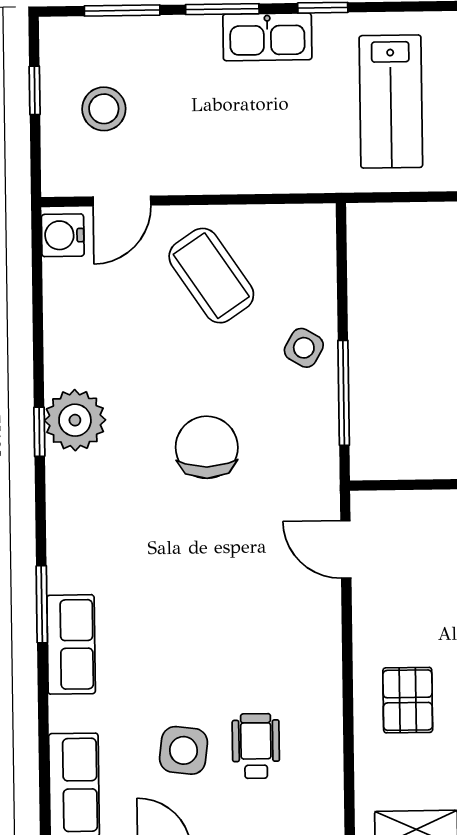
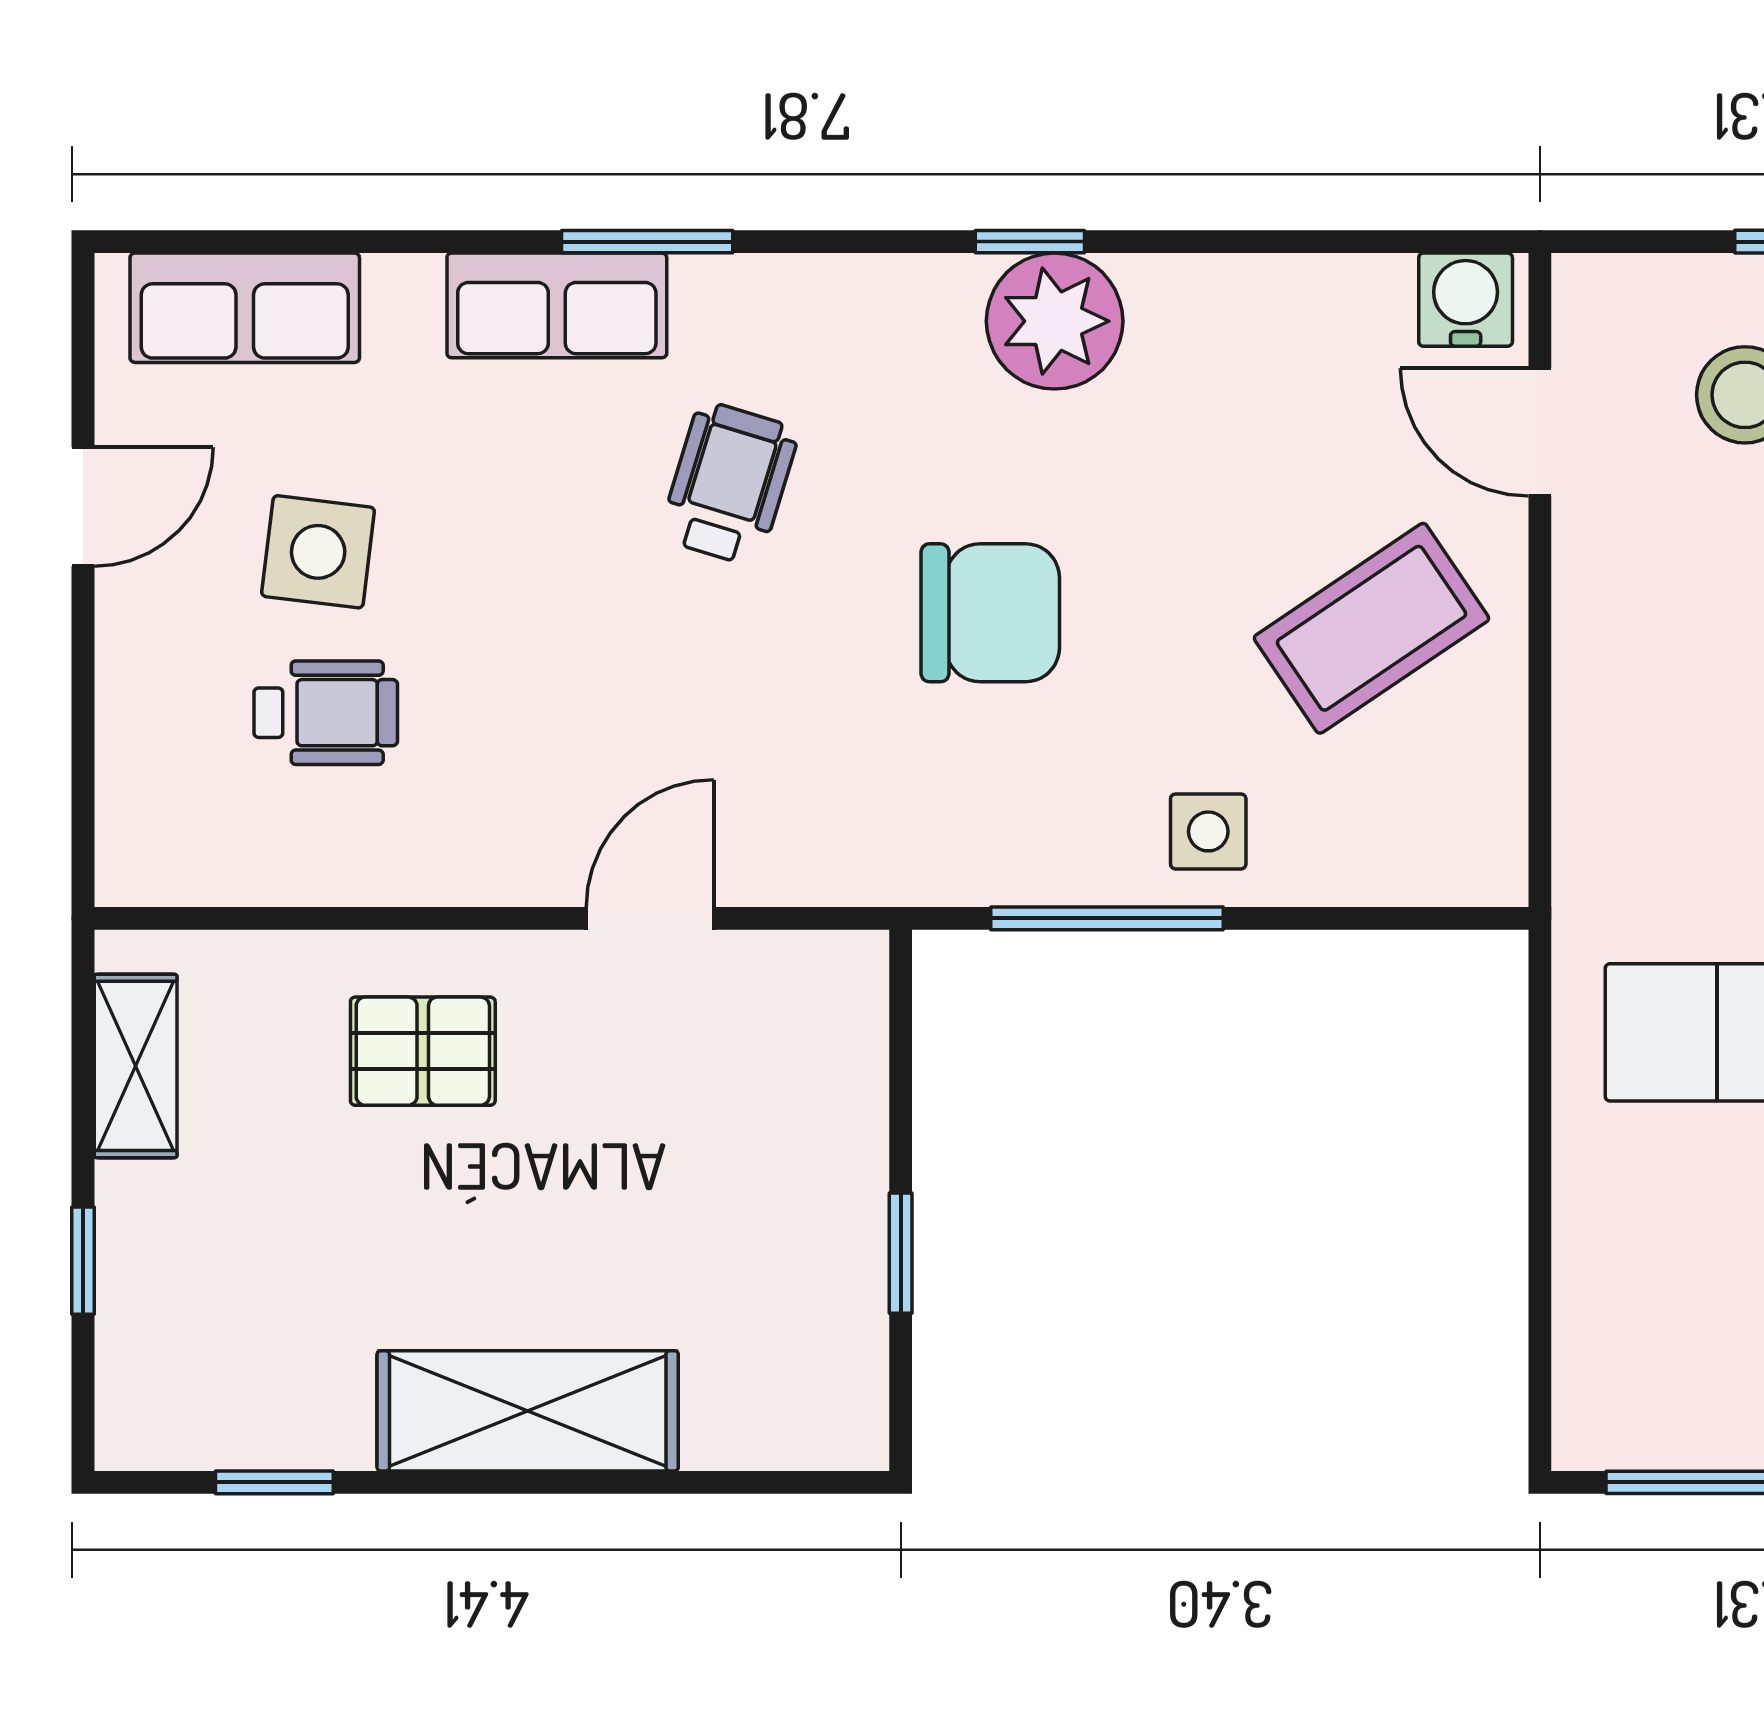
side table: (304, 348) -> (1208, 831), turned -30
door: (346, 549) -> (650, 918), moved
wheelchair: (150, 566) -> (729, 484), added

